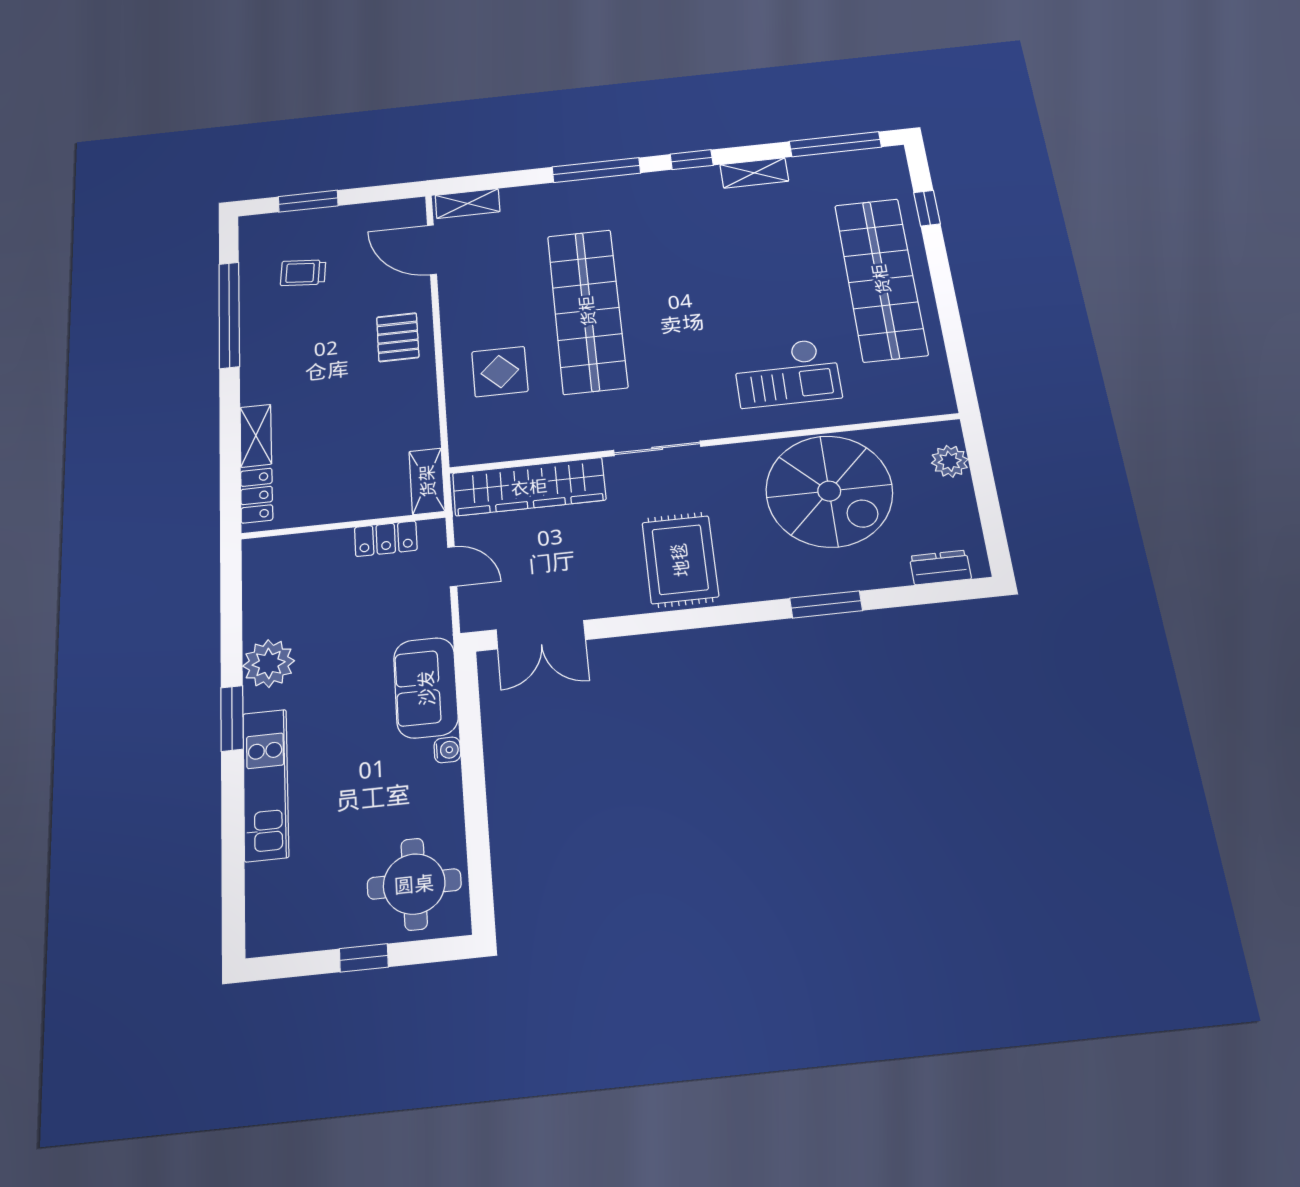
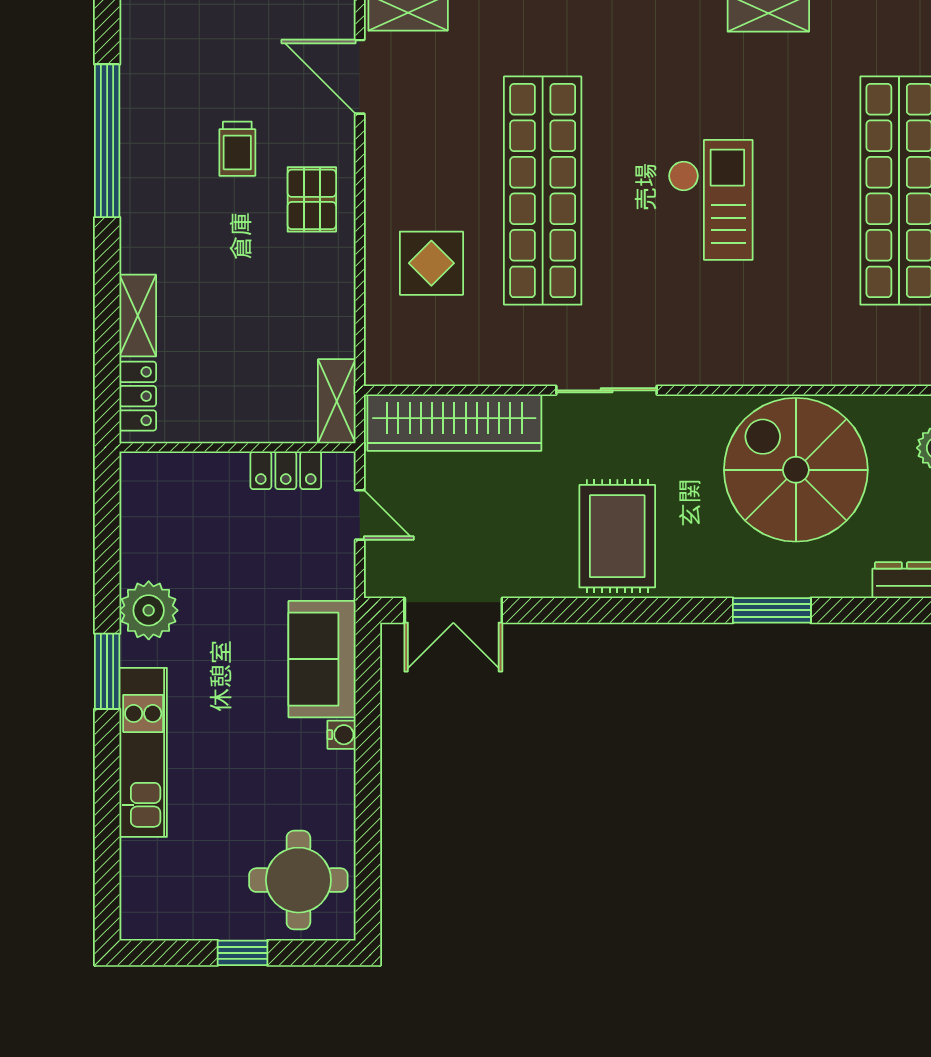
trolley: (303, 273) -> (237, 149), moved, turned -95
checkout: (787, 373) -> (711, 200), moved, turned -90
spiral stairs: (829, 491) -> (796, 470), turned 180

